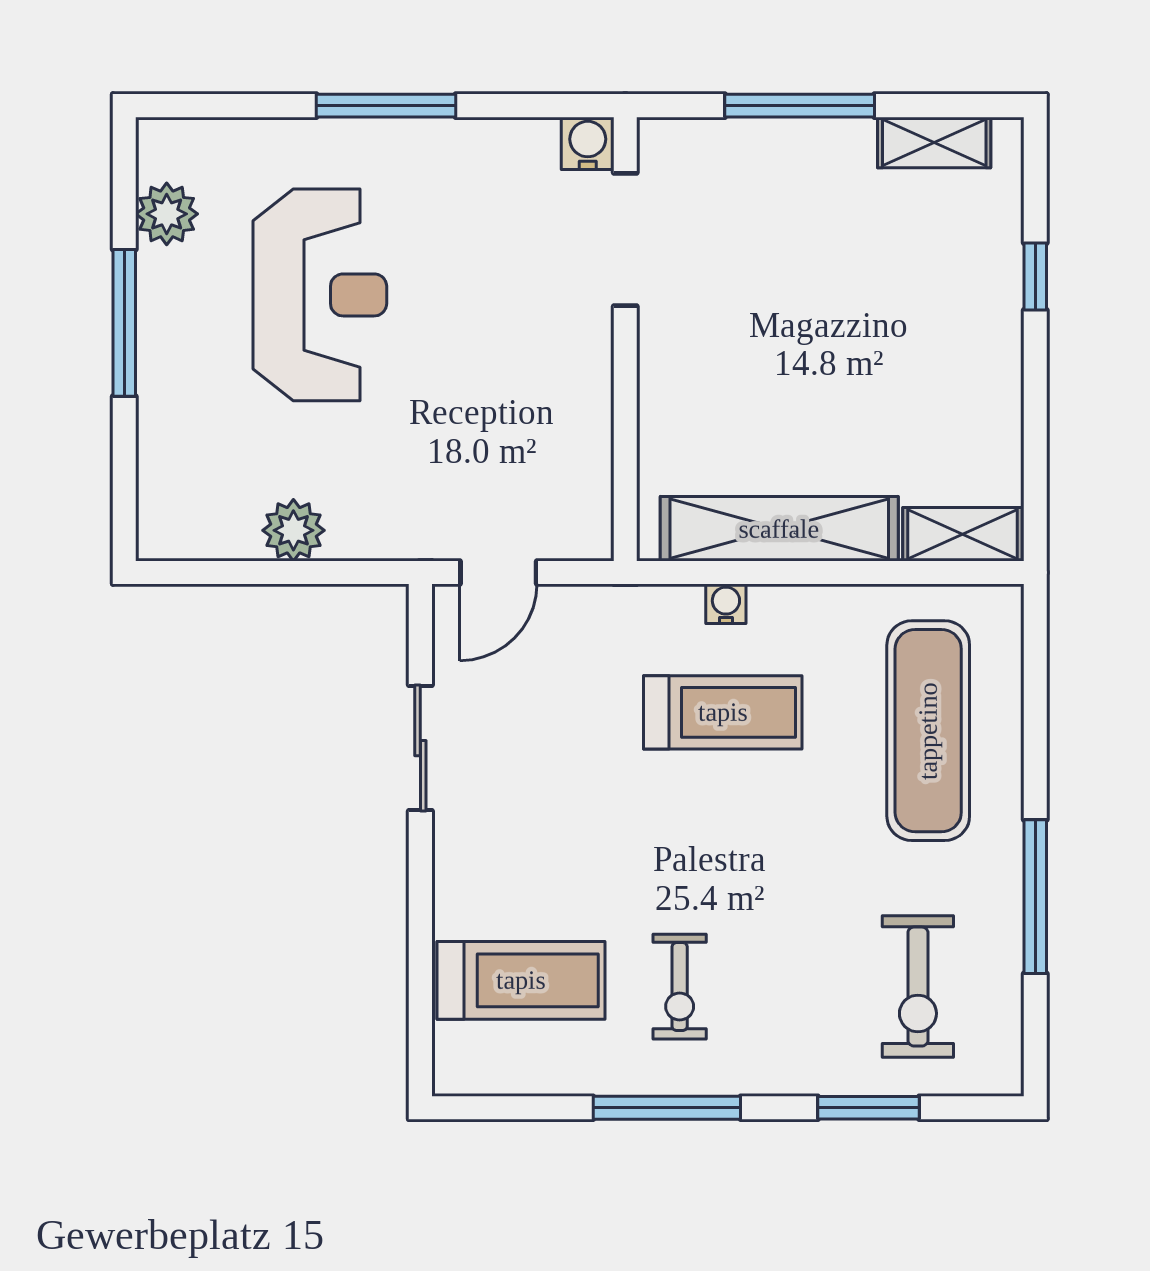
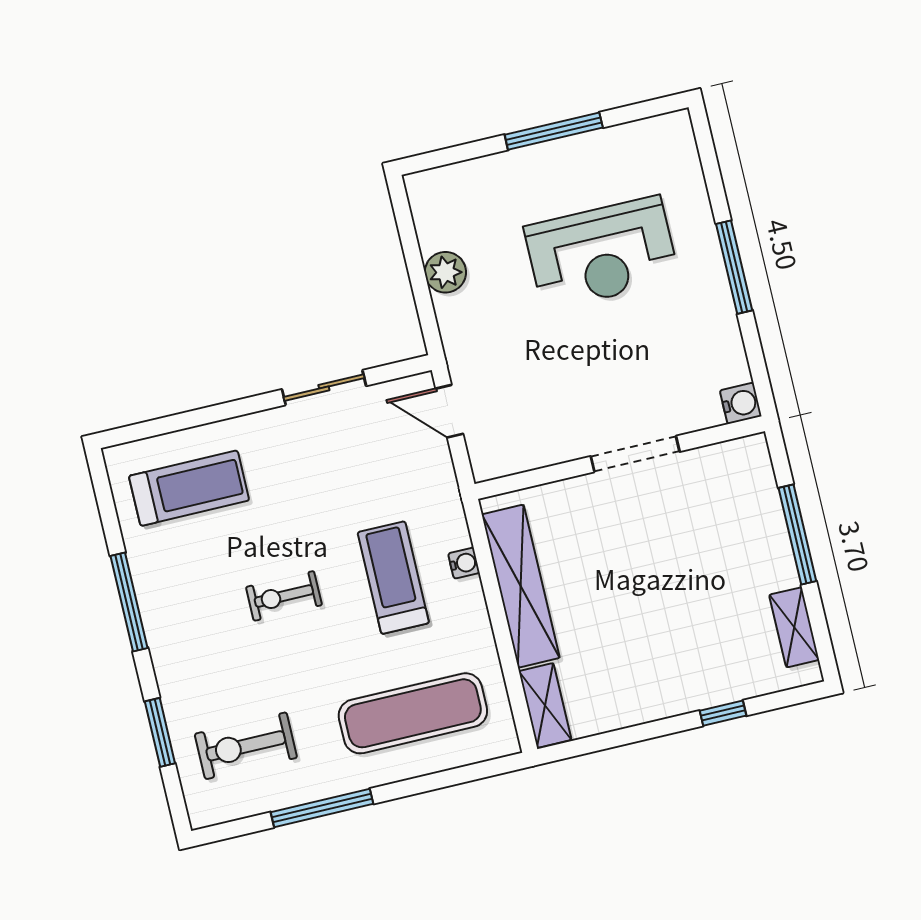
plant: (167, 214) -> (631, 142), removed
doorway: (625, 239) -> (635, 454), moved
treadmill: (723, 712) -> (393, 578), turned 180
treadmill: (521, 980) -> (189, 488), turned -90
exercise bike: (680, 987) -> (284, 596), moved

